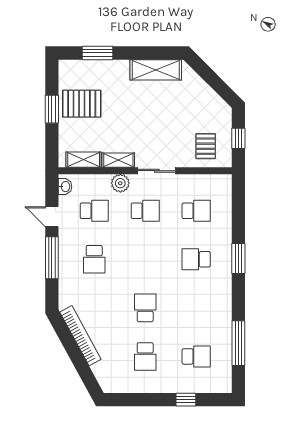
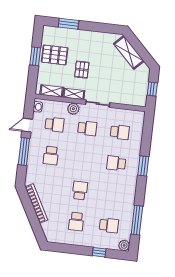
shelving: (156, 70) -> (129, 52), moved, turned 45
pallet: (206, 146) -> (82, 70), moved
door: (52, 217) -> (27, 125), hinge flipped
plant: (223, 385) -> (124, 245), added

